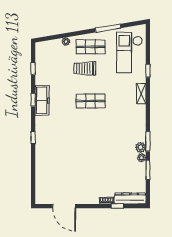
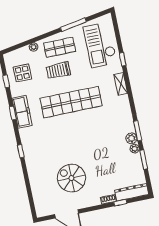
display table: (50, 64) -> (22, 73), added
shop shelf: (91, 101) -> (71, 102), width x2.00, depth x1.36
spiral stairs: (76, 173) -> (71, 178), added

